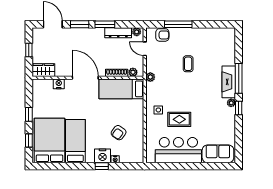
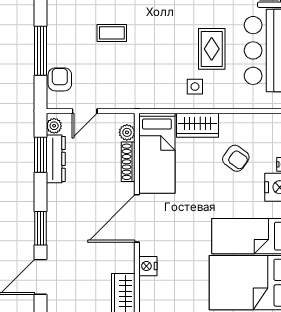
window: (105, 24) -> (41, 155), moved
plant: (150, 77) -> (136, 101), removed
wardrobe: (137, 111) -> (197, 125), added

